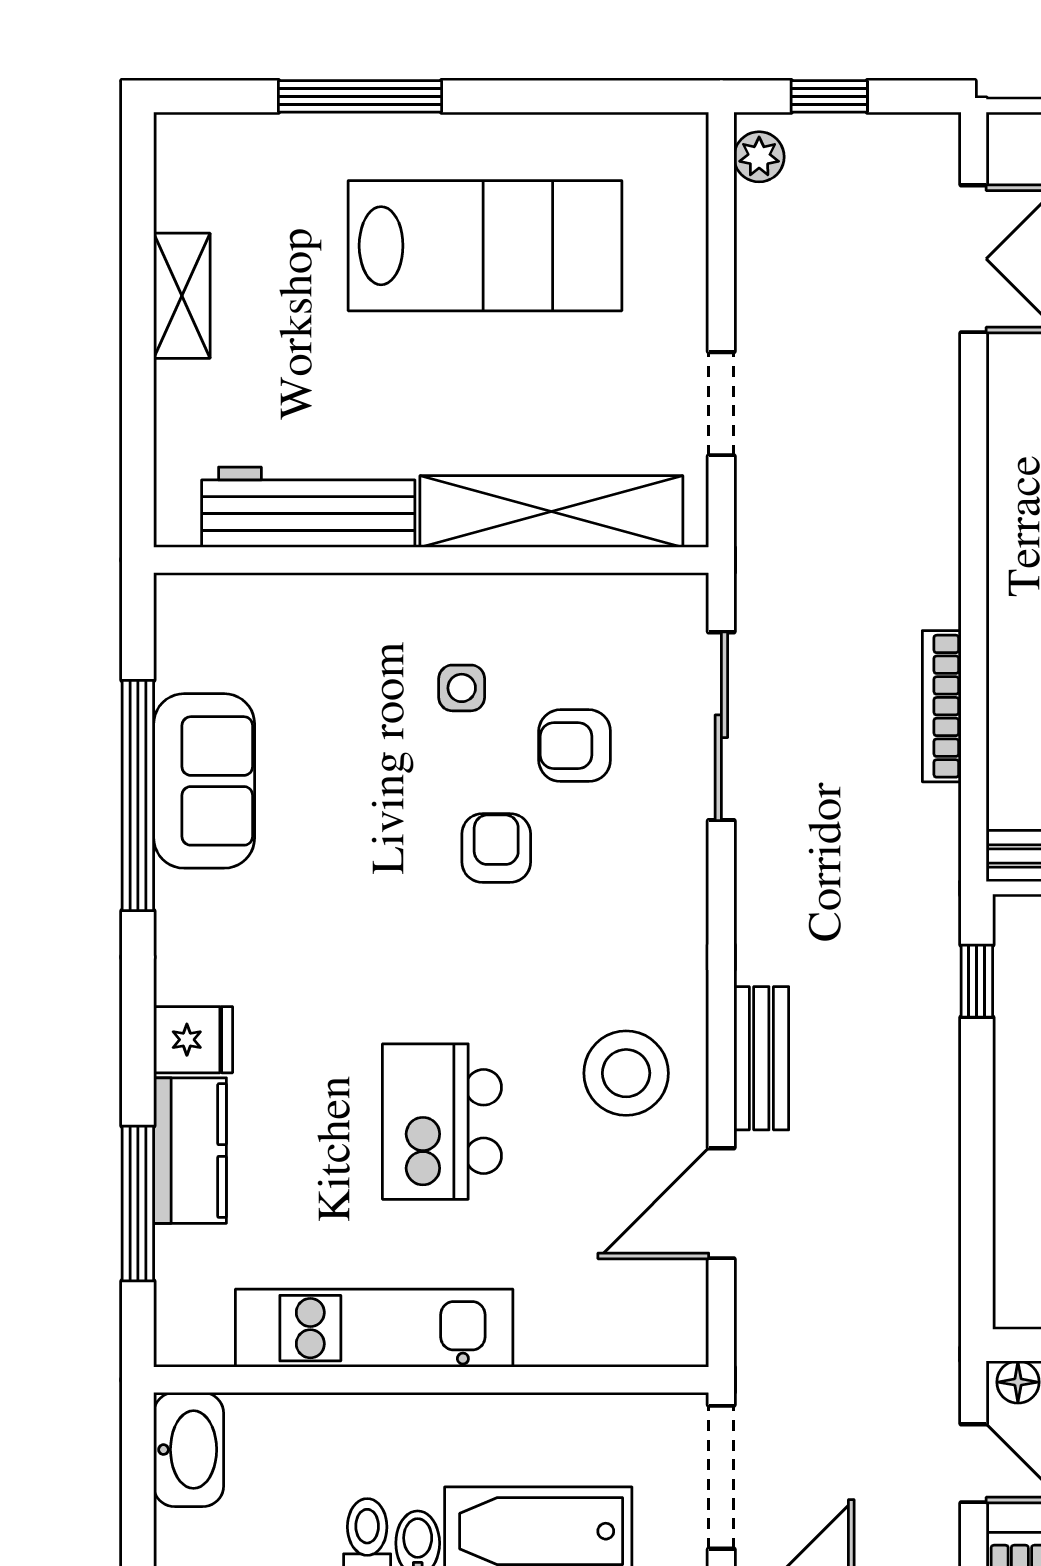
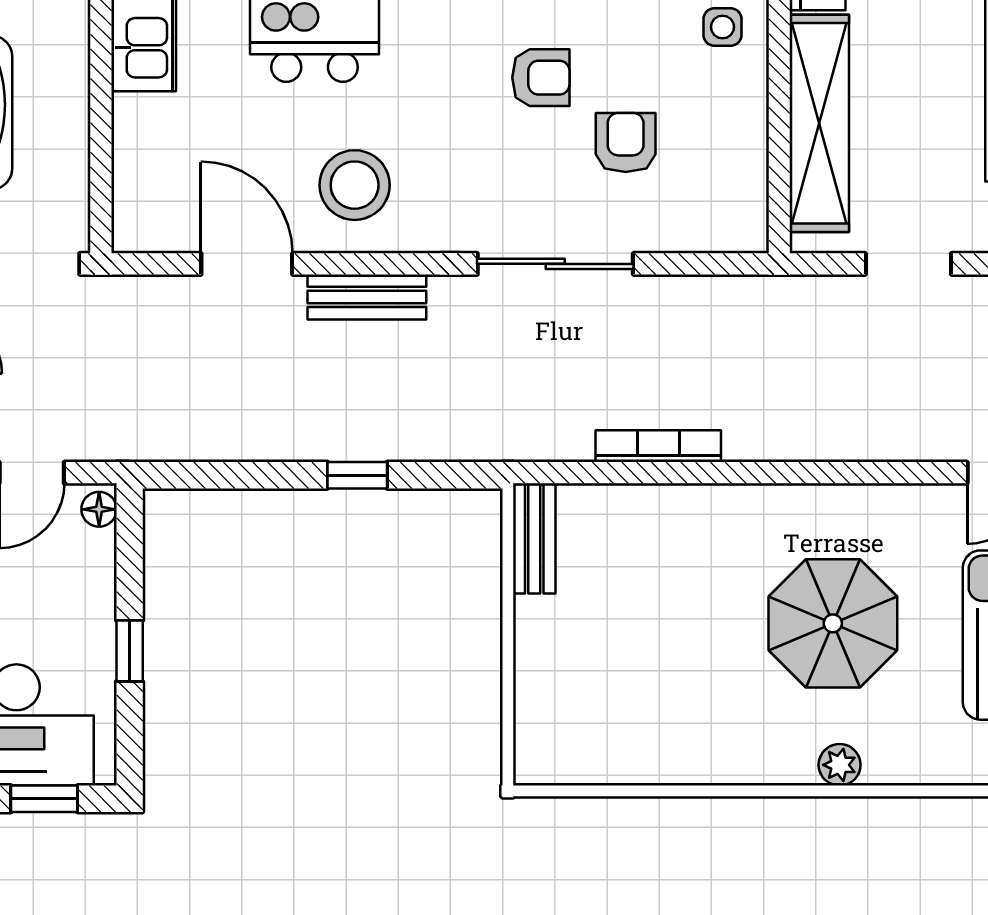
side table: (462, 688) -> (722, 27), moved
sliding door: (721, 726) -> (555, 264), moved
window: (977, 981) -> (357, 475), moved

